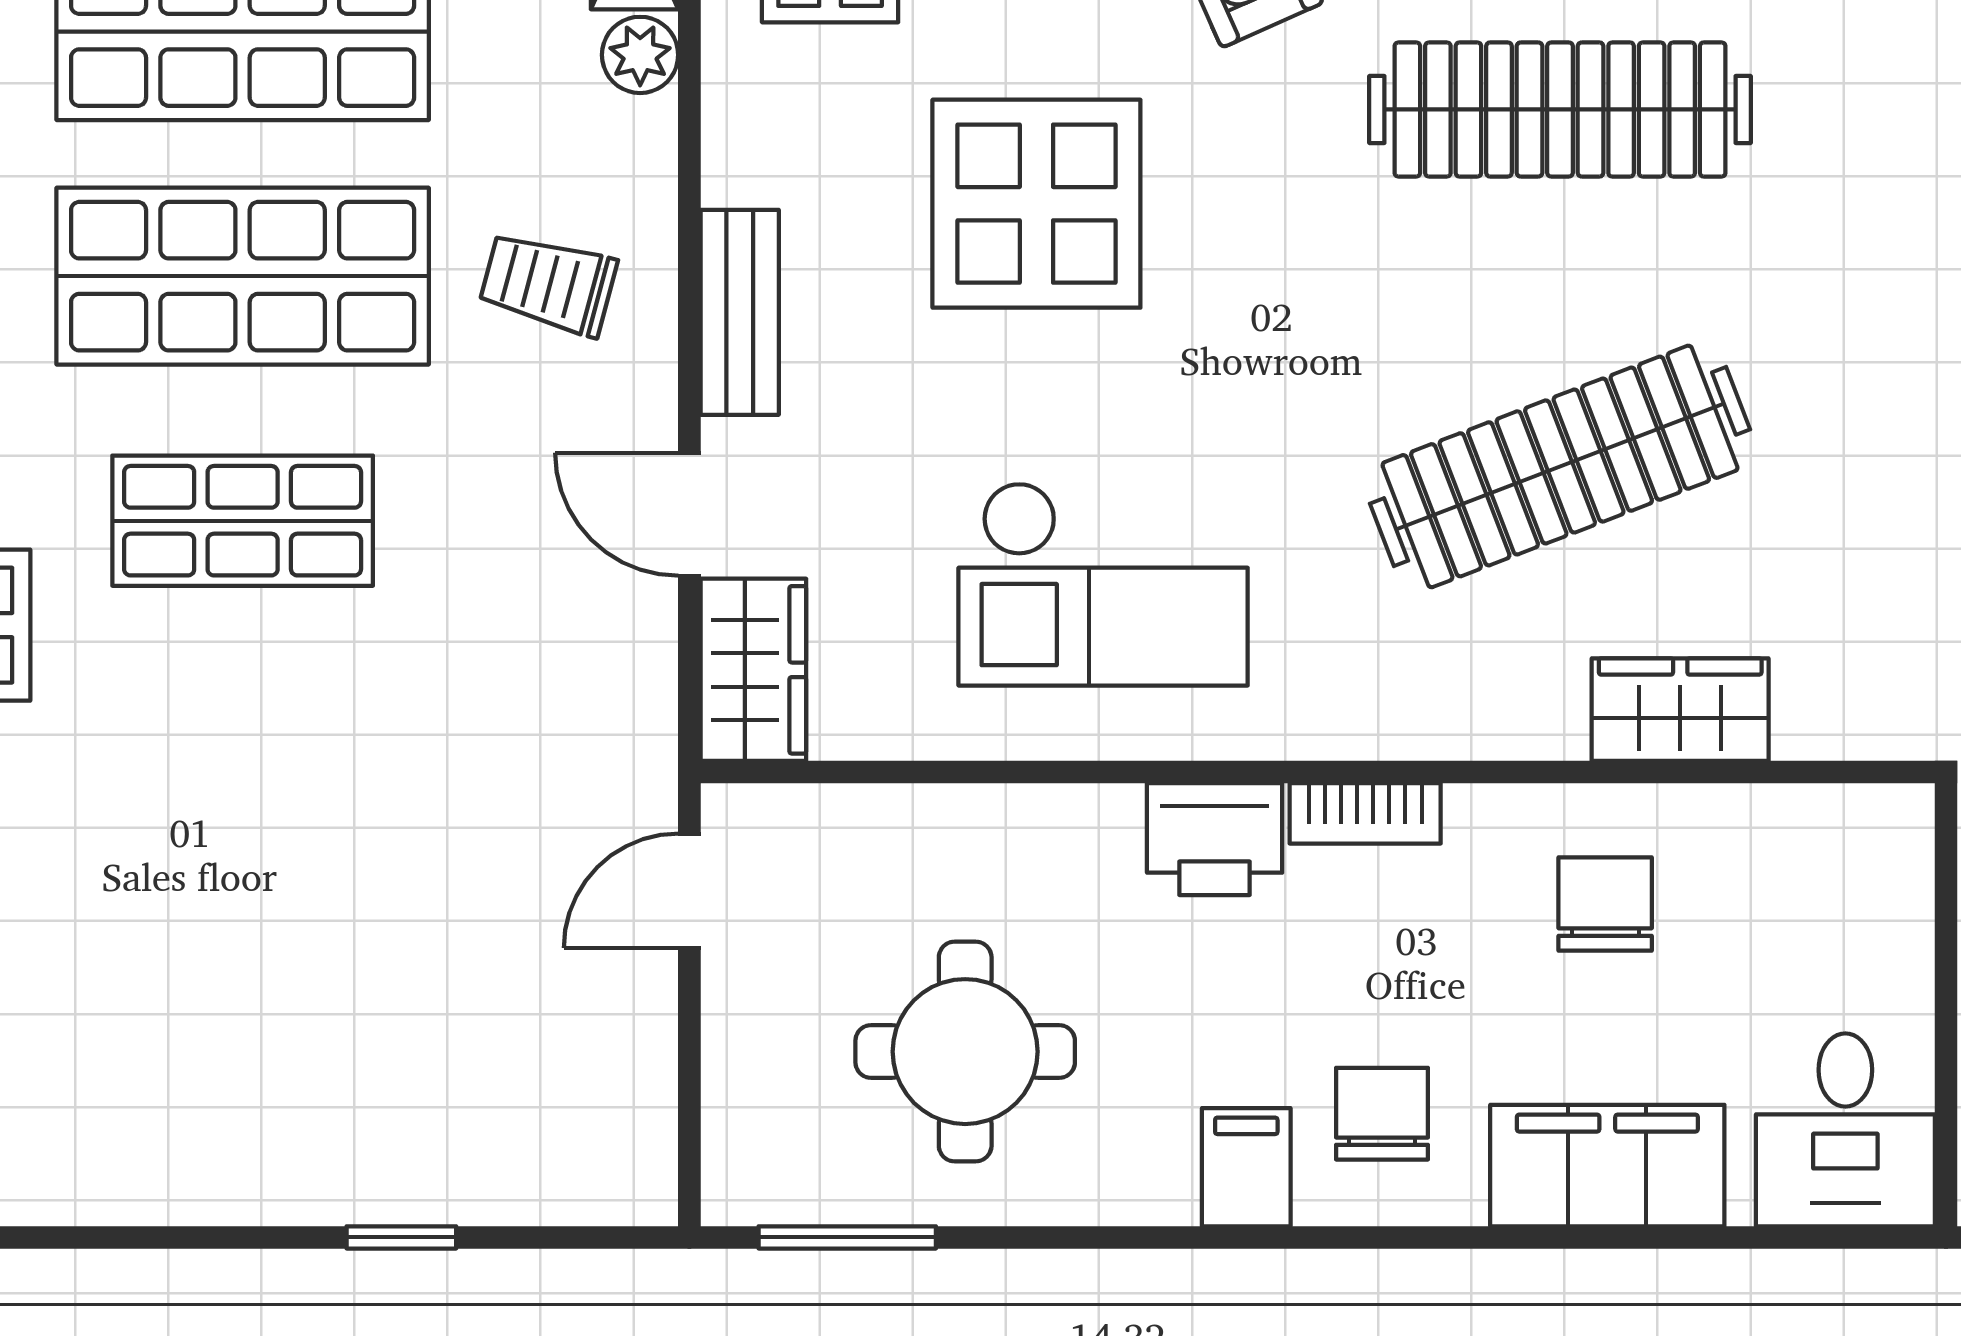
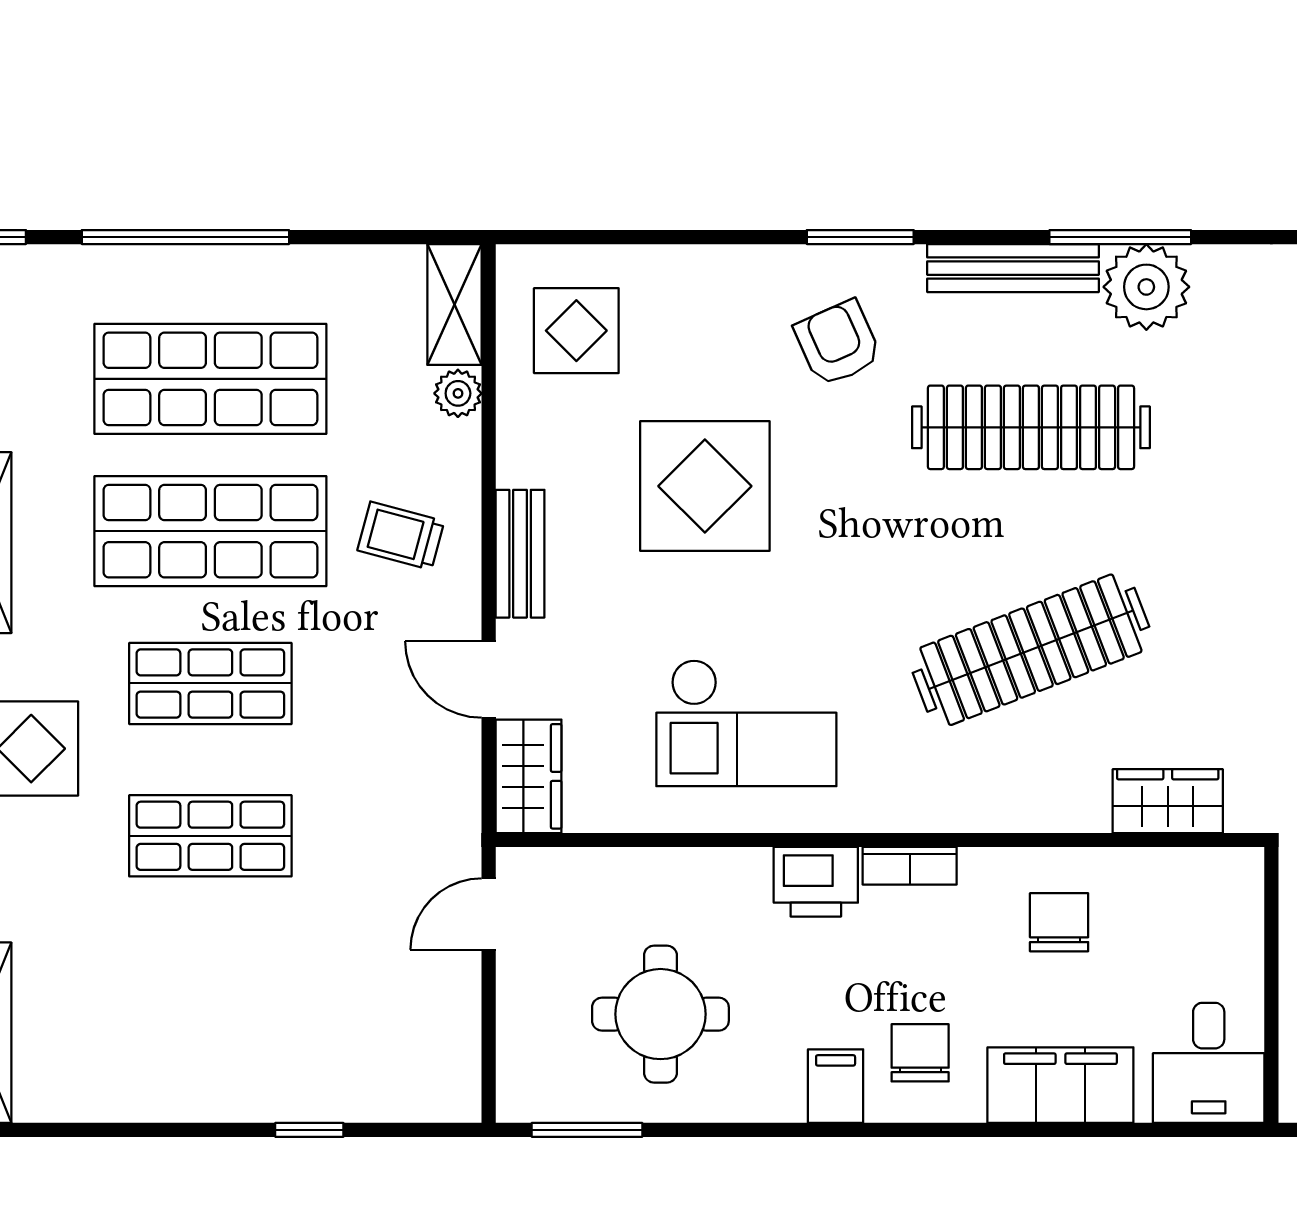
wardrobe: (1680, 710) -> (1168, 801), moved
shop shelf: (243, 765) -> (210, 836), added

